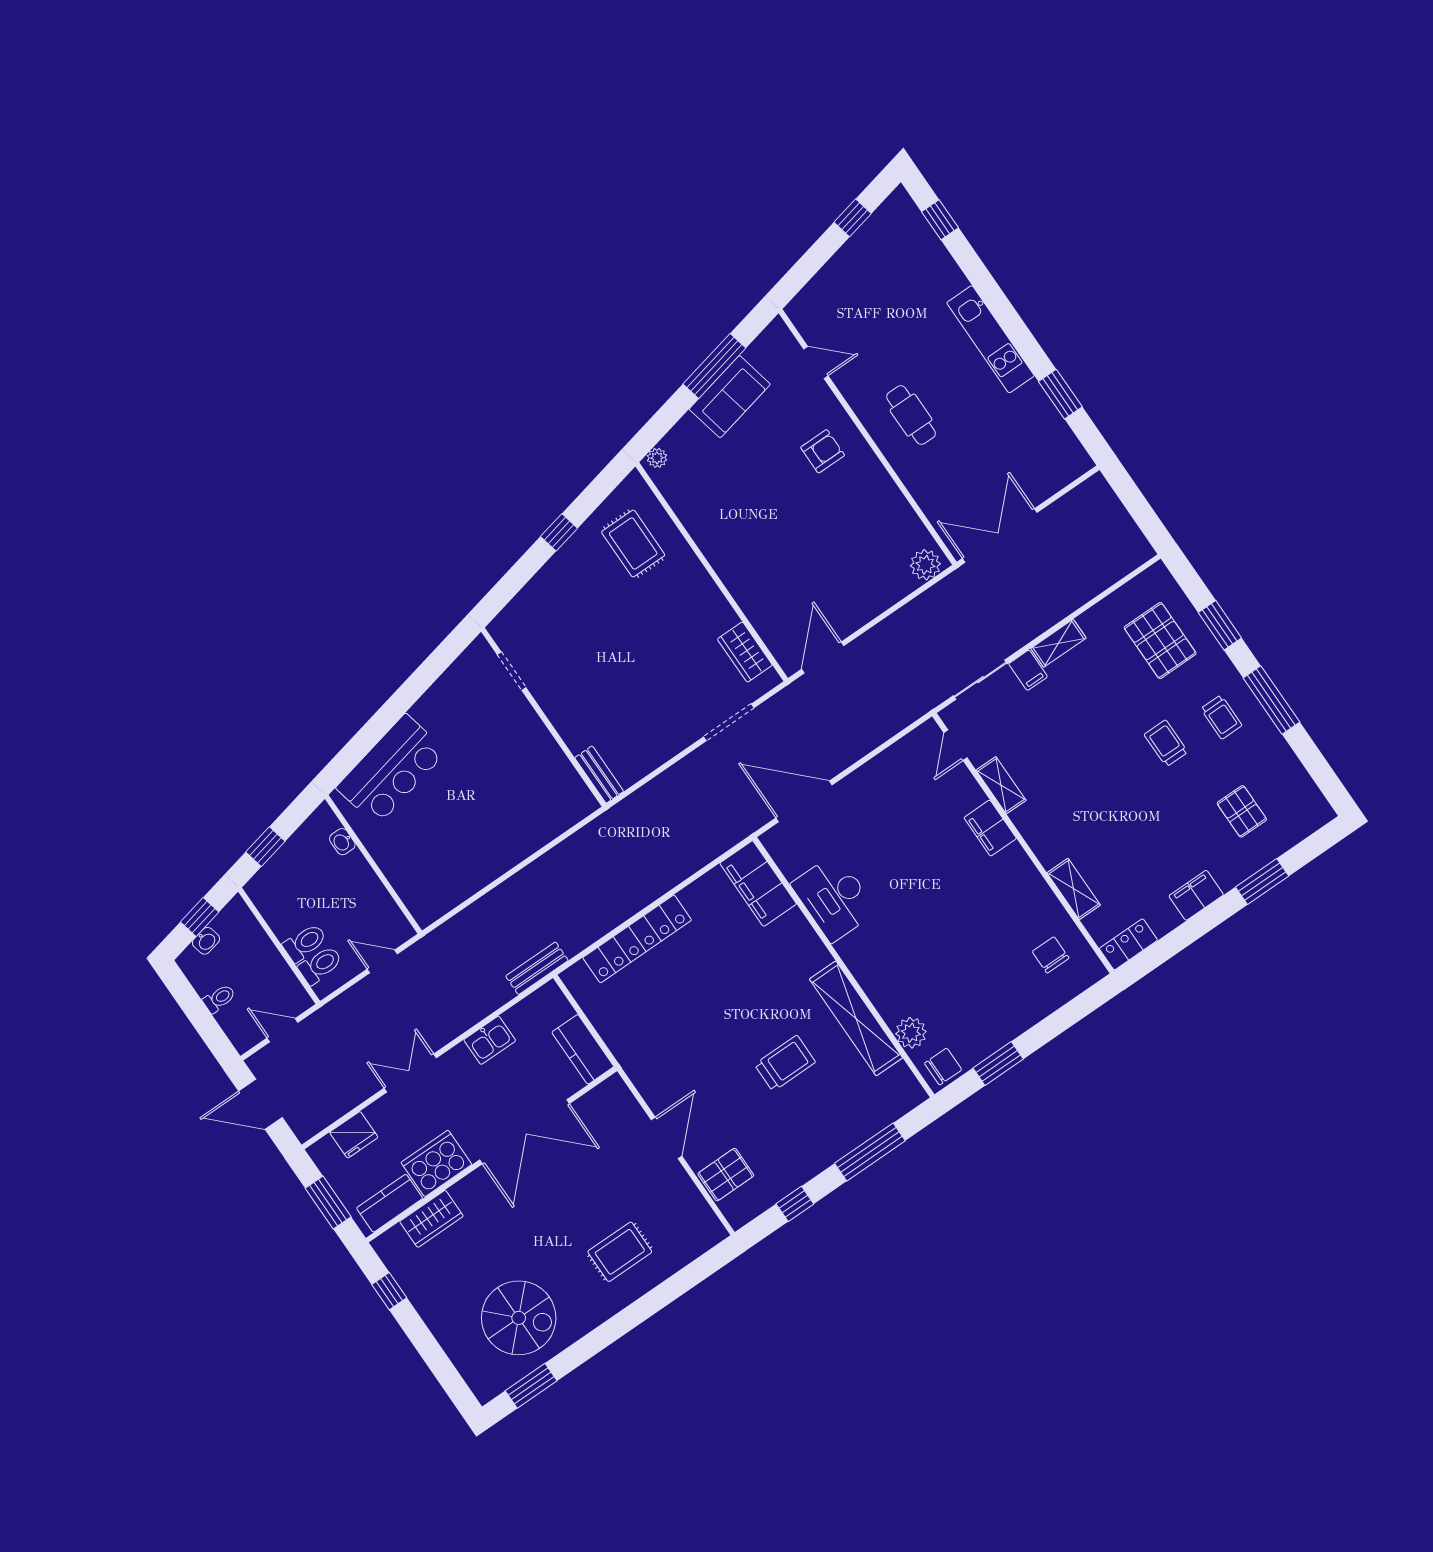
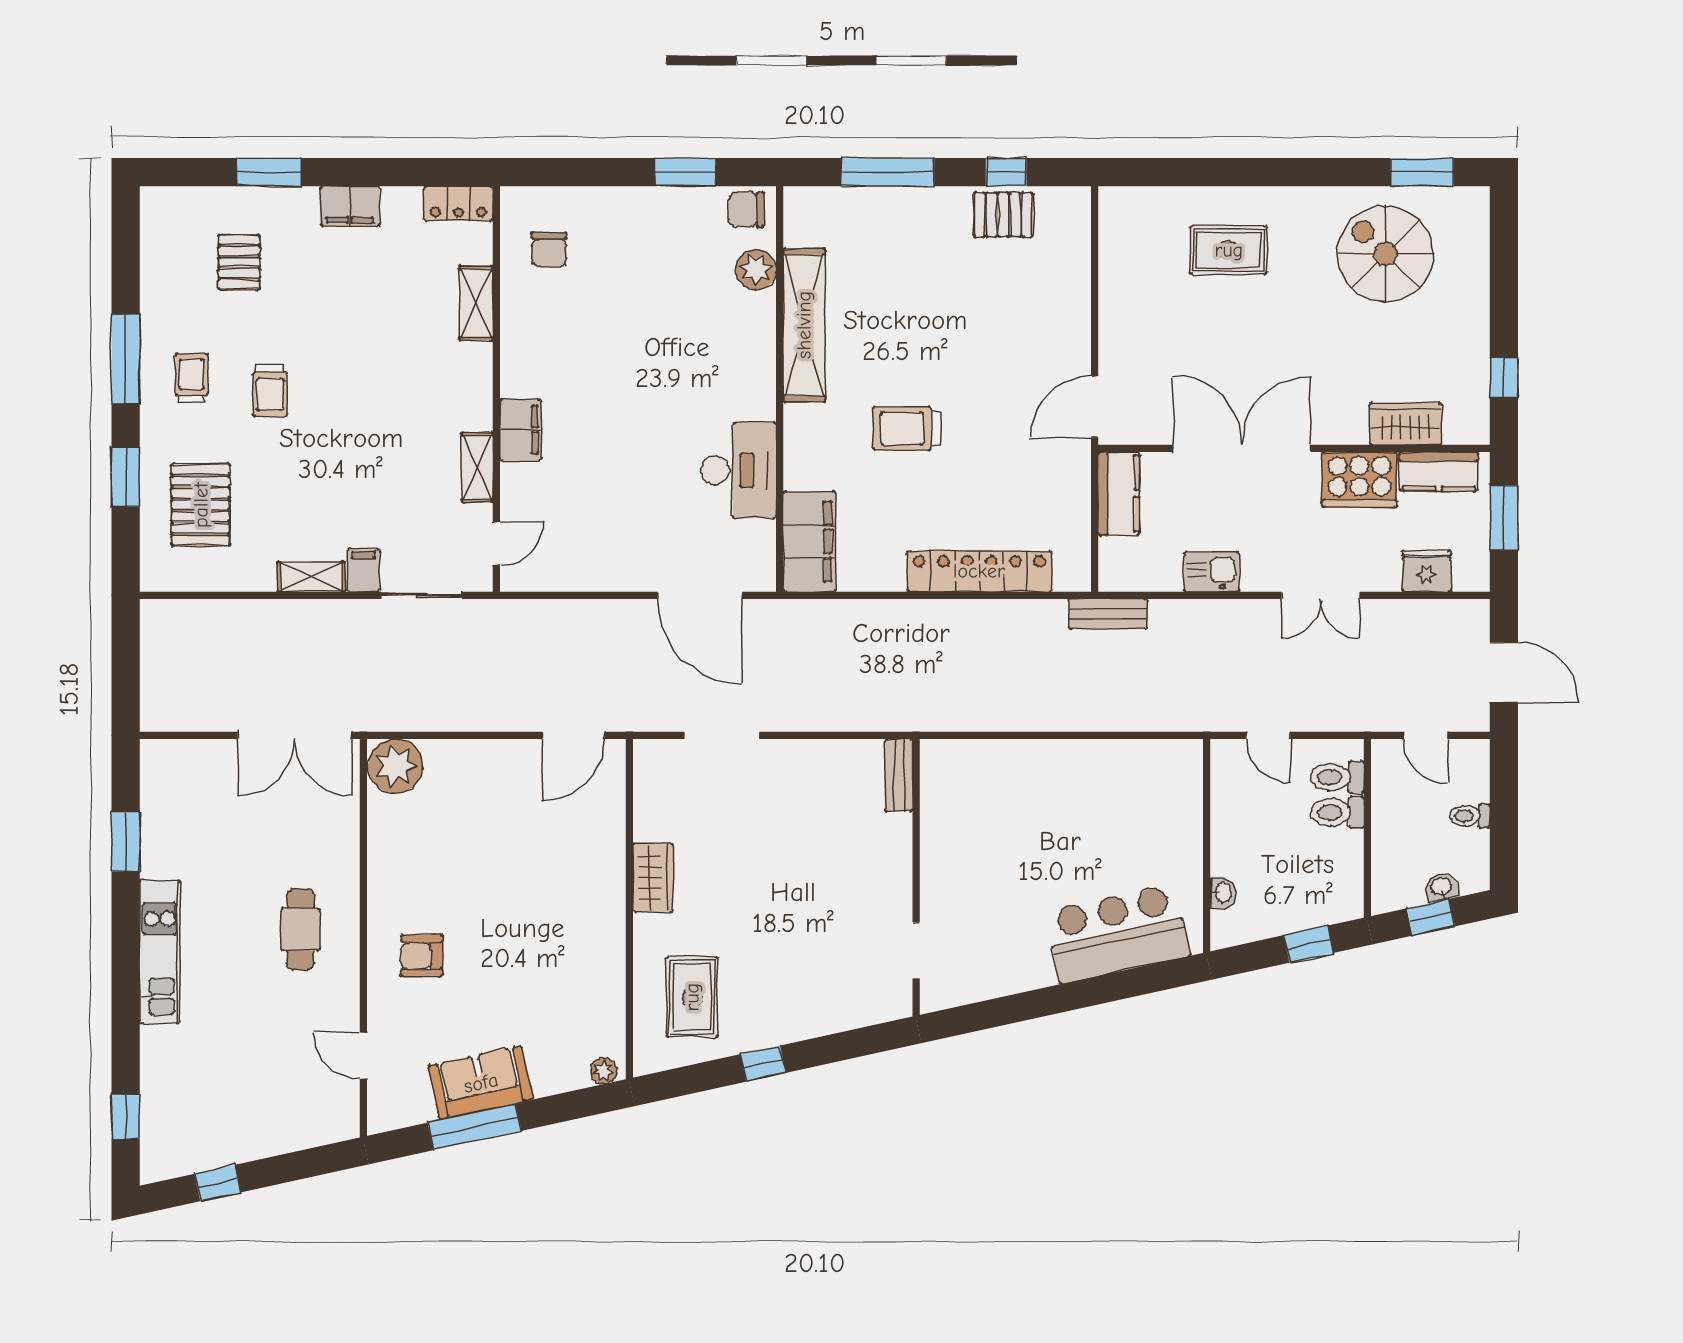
plant: (925, 565) -> (396, 766), width x1.36, depth x1.36
wardrobe: (745, 652) -> (653, 878), moved
trolley: (785, 1063) -> (907, 428), moved
door: (667, 1138) -> (1095, 407), moved
pallet: (726, 1175) -> (1003, 215), moved

